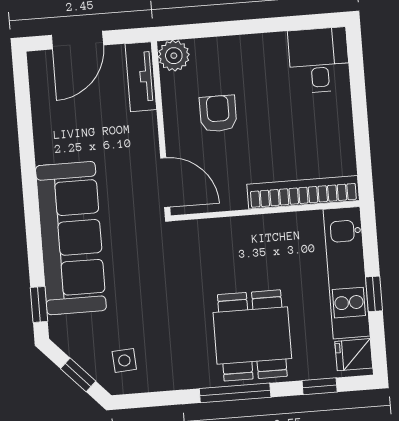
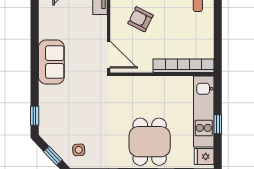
armchair: (218, 114) -> (140, 19), turned -63
sofa: (71, 238) -> (51, 62), width x0.54, depth x0.79

